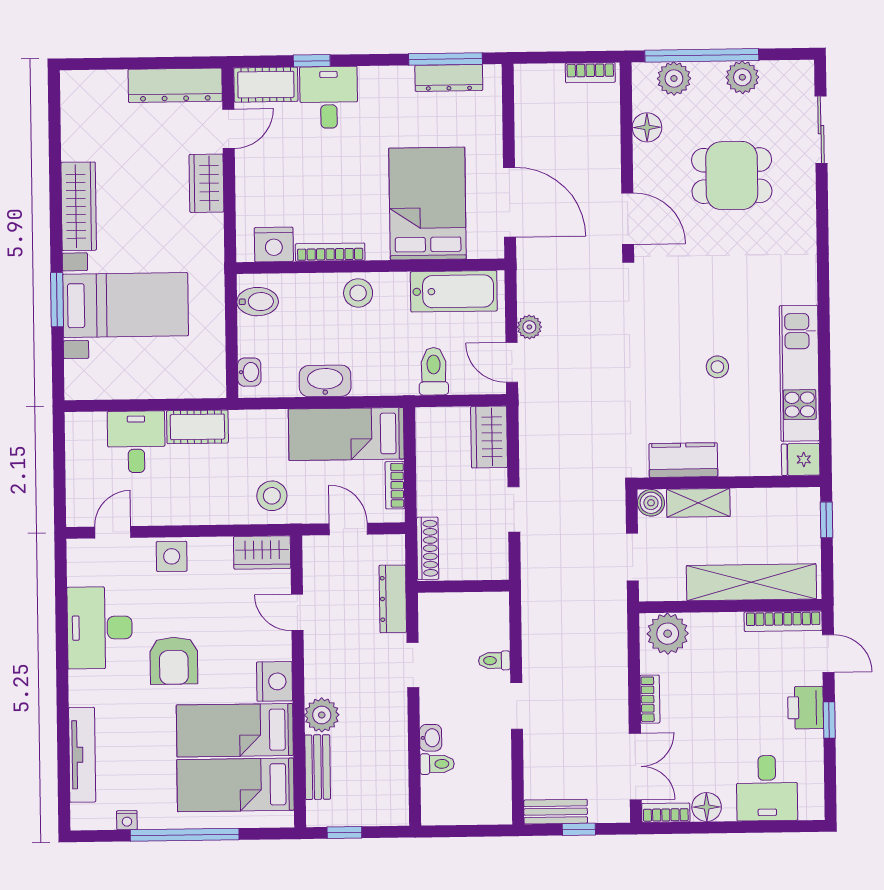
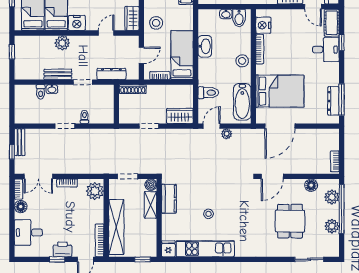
washbasin: (249, 372) -> (226, 14), moved
bench: (318, 767) -> (58, 74), moved

